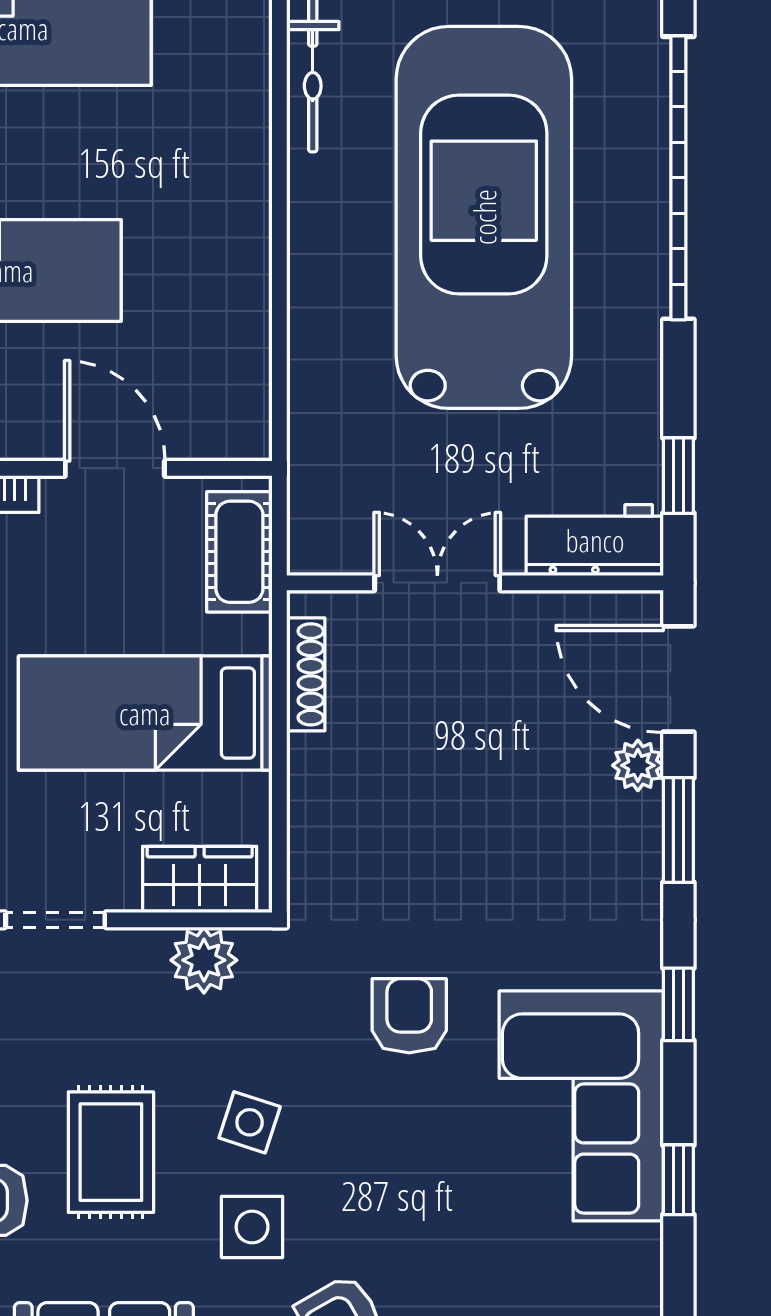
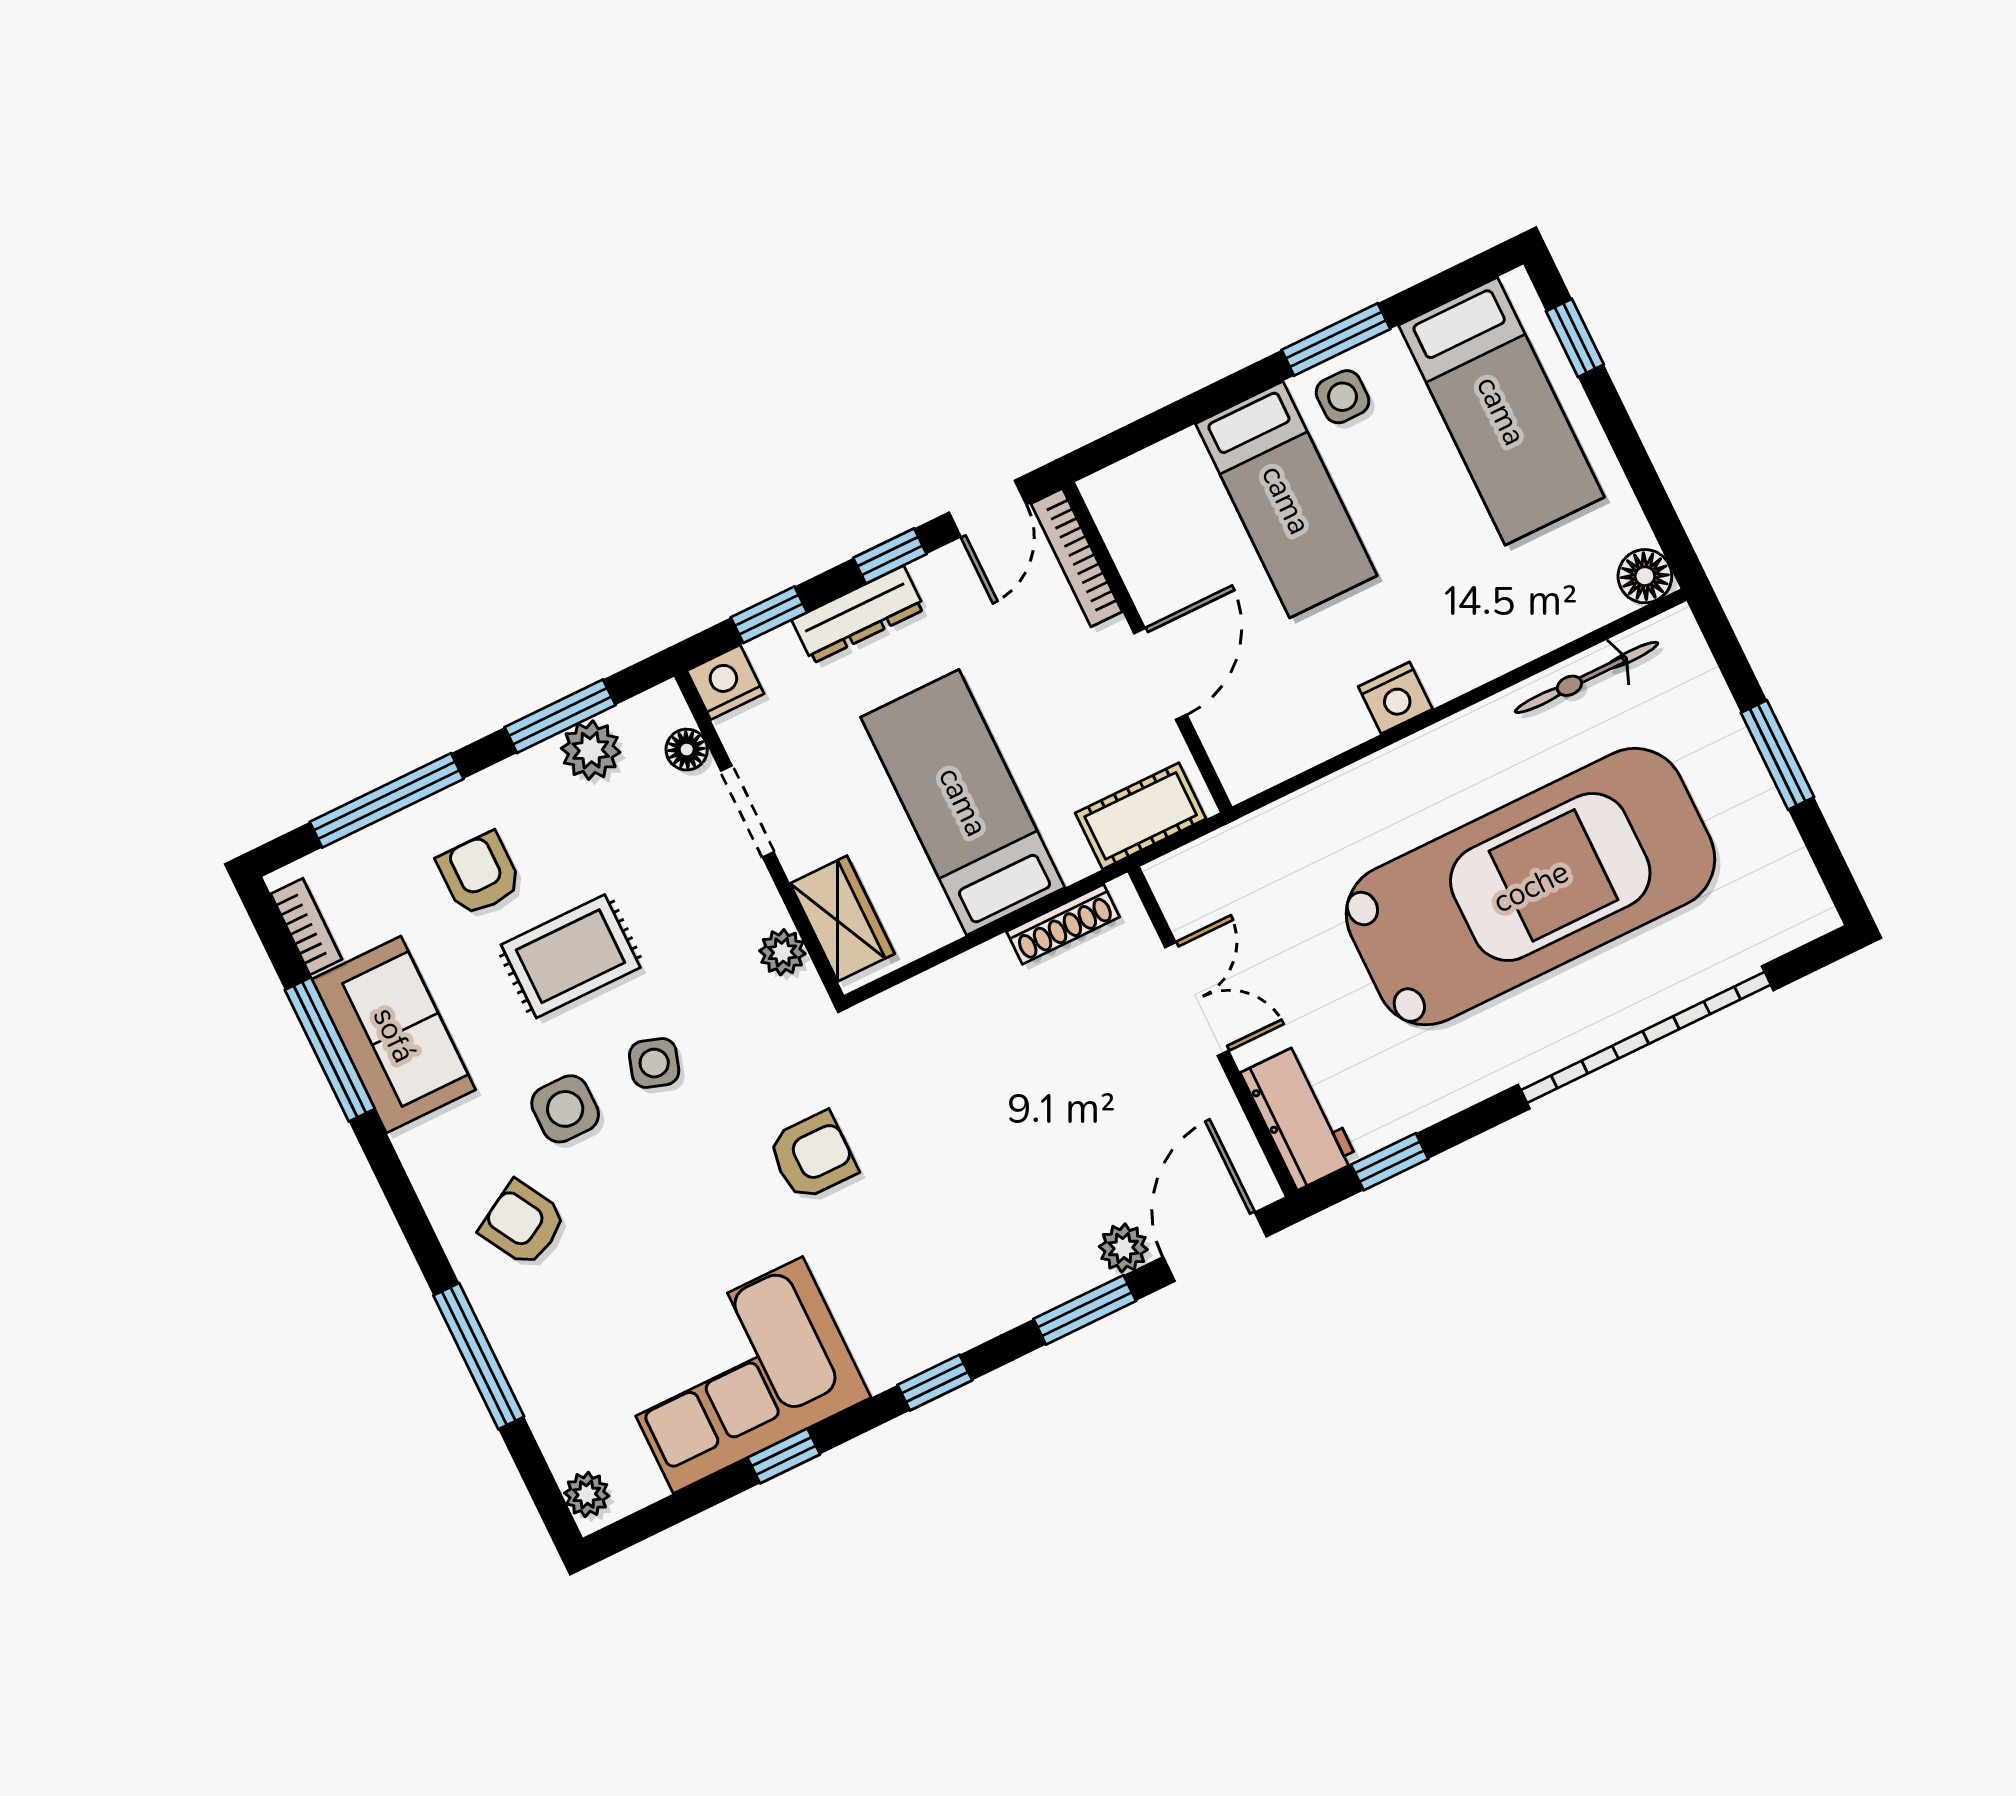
nightstand: (245, 258) -> (1395, 698), added
plant: (204, 960) -> (782, 952), width x0.73, depth x0.73
corner sofa: (581, 1106) -> (738, 1375), moved

